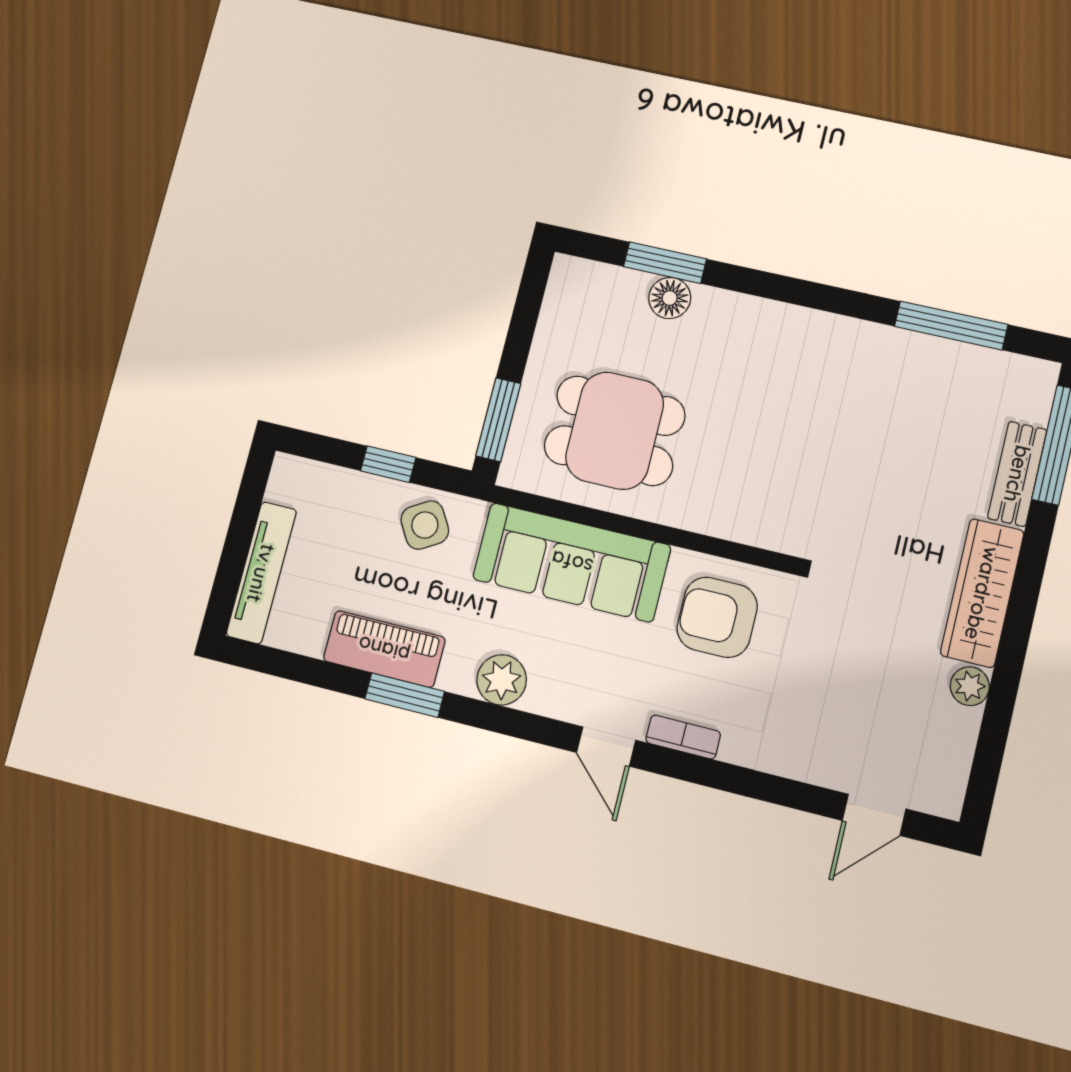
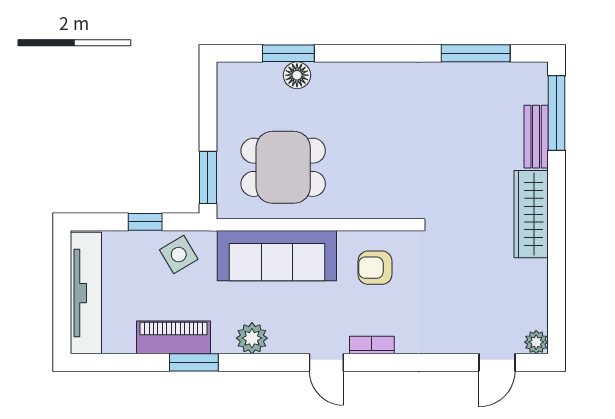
tv unit: (261, 573) -> (86, 293), width x1.36, depth x1.29
armchair: (717, 617) -> (375, 268), width x0.72, depth x0.72
plant: (970, 686) -> (536, 342), moved

